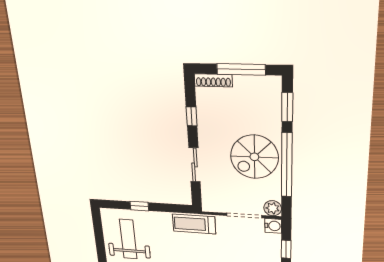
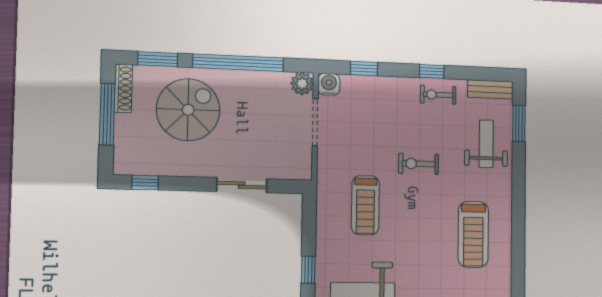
shoe rack: (213, 80) -> (123, 88), moved
window: (192, 116) -> (145, 183), moved
spiral stairs: (254, 157) -> (188, 110), moved, turned -90
treadmill: (194, 224) -> (365, 205), moved

